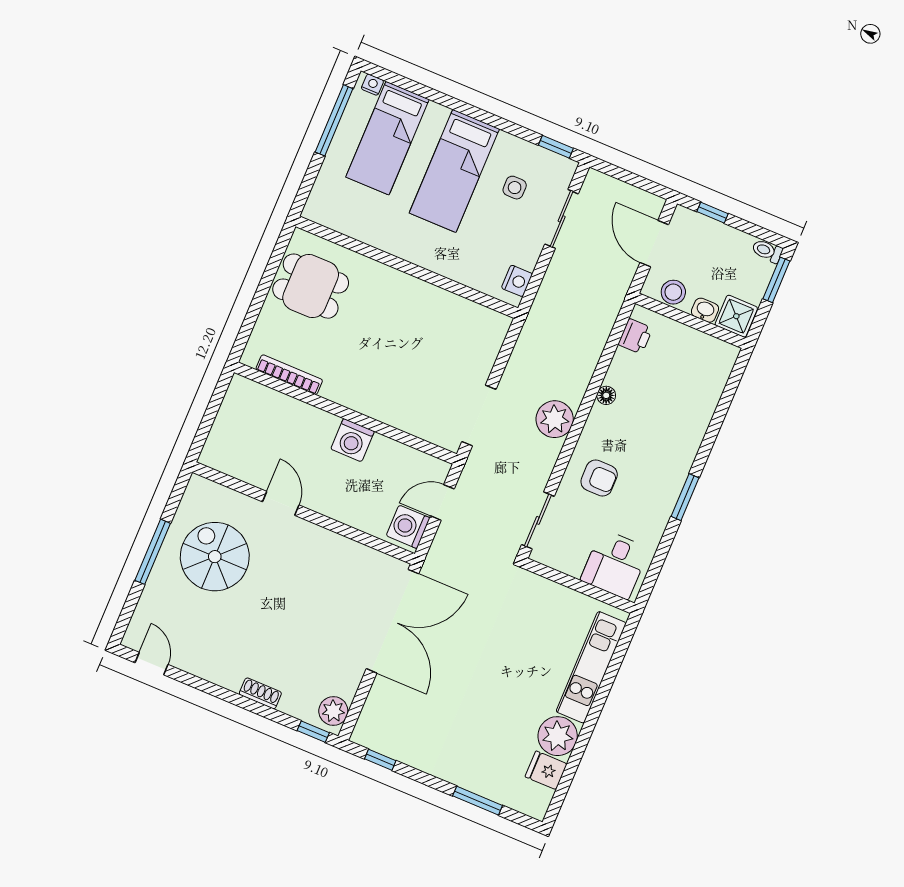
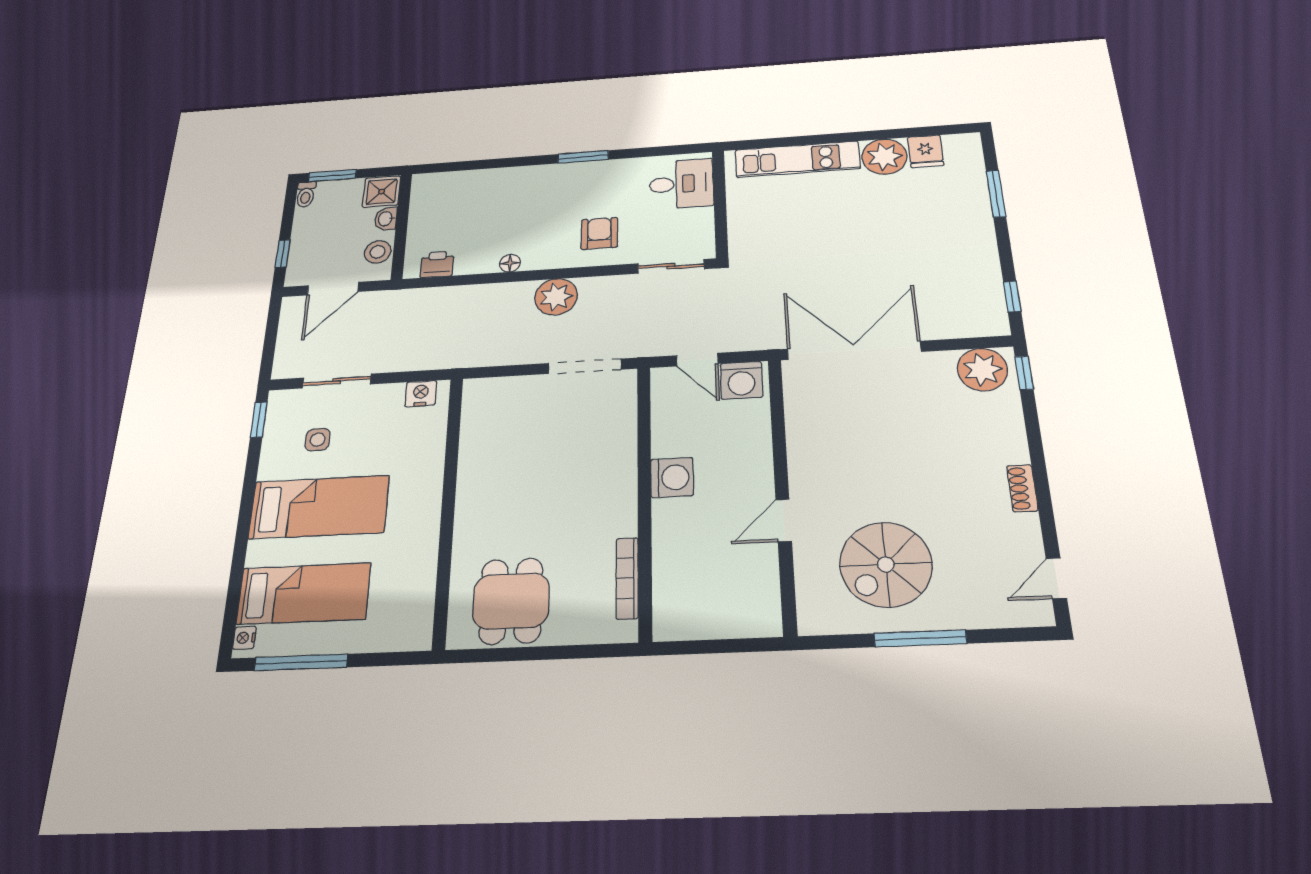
shoe rack: (260, 693) -> (1022, 488), moved
plant: (333, 711) -> (982, 370), width x1.36, depth x1.36

